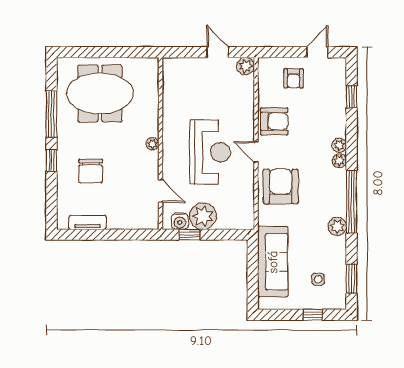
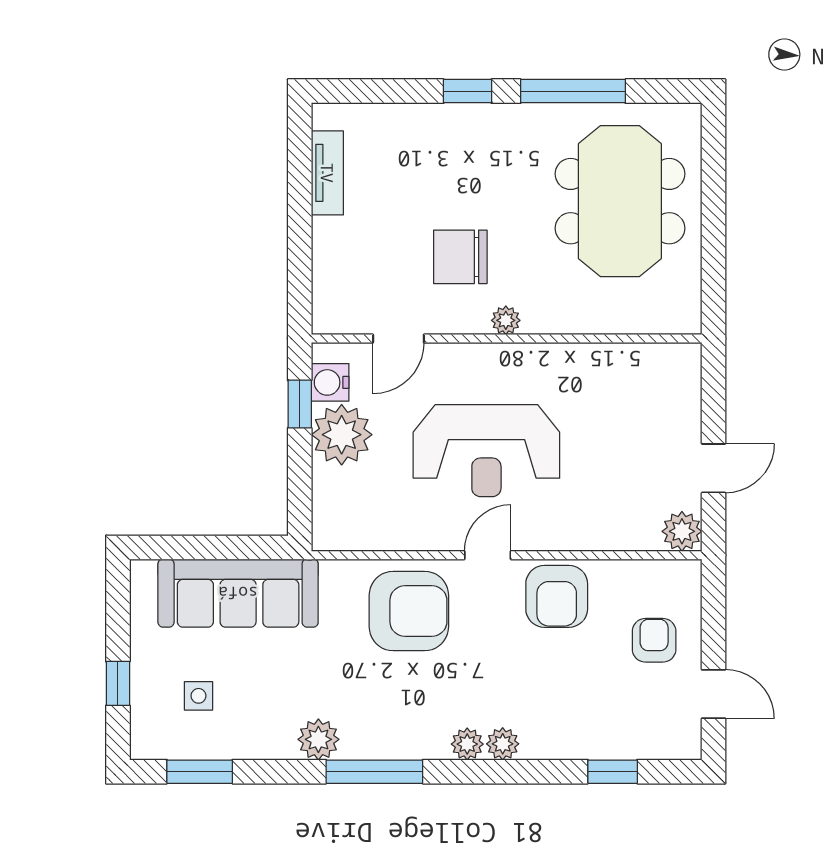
armchair: (294, 78) -> (654, 640), turned 90
chair: (91, 171) -> (460, 257), moved
window: (352, 202) -> (374, 772), width x0.68

